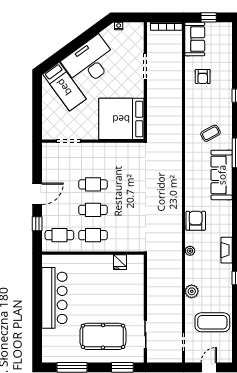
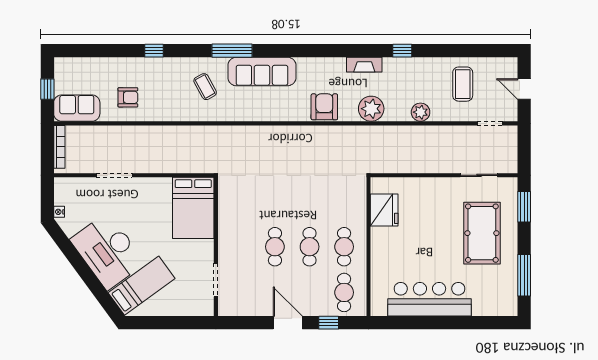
bed: (121, 119) -> (193, 208), width x0.73
armchair: (196, 221) -> (324, 107), turned 90
plant: (190, 251) -> (371, 109), width x1.87, depth x1.87
fridge: (120, 262) -> (384, 210), width x1.88, depth x1.34
coffee table: (212, 322) -> (463, 84), width x0.73, depth x0.76

